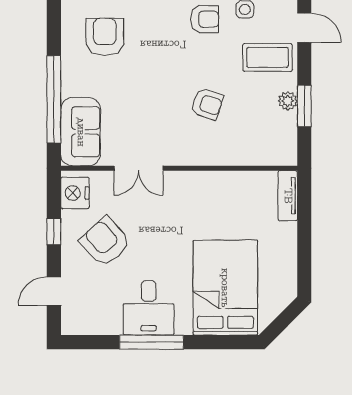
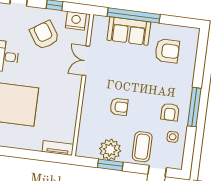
plant: (288, 101) -> (110, 150), width x1.88, depth x1.88
armchair: (207, 104) -> (119, 107), turned -108
sofa: (81, 132) -> (129, 31), moved
armchair: (105, 242) -> (44, 35), turned -81

